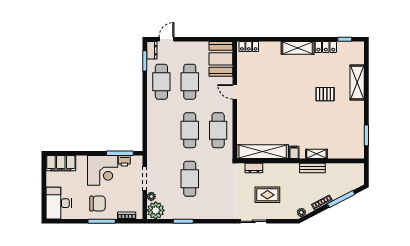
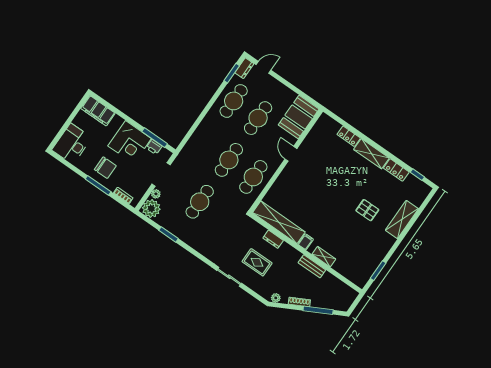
locker: (249, 47) -> (349, 136), moved
dresser: (254, 168) -> (273, 239), moved

